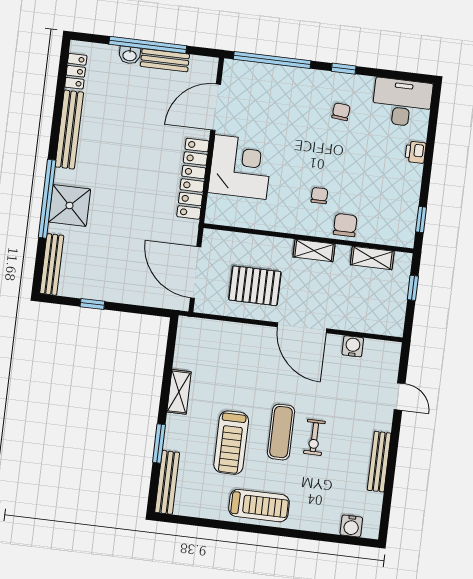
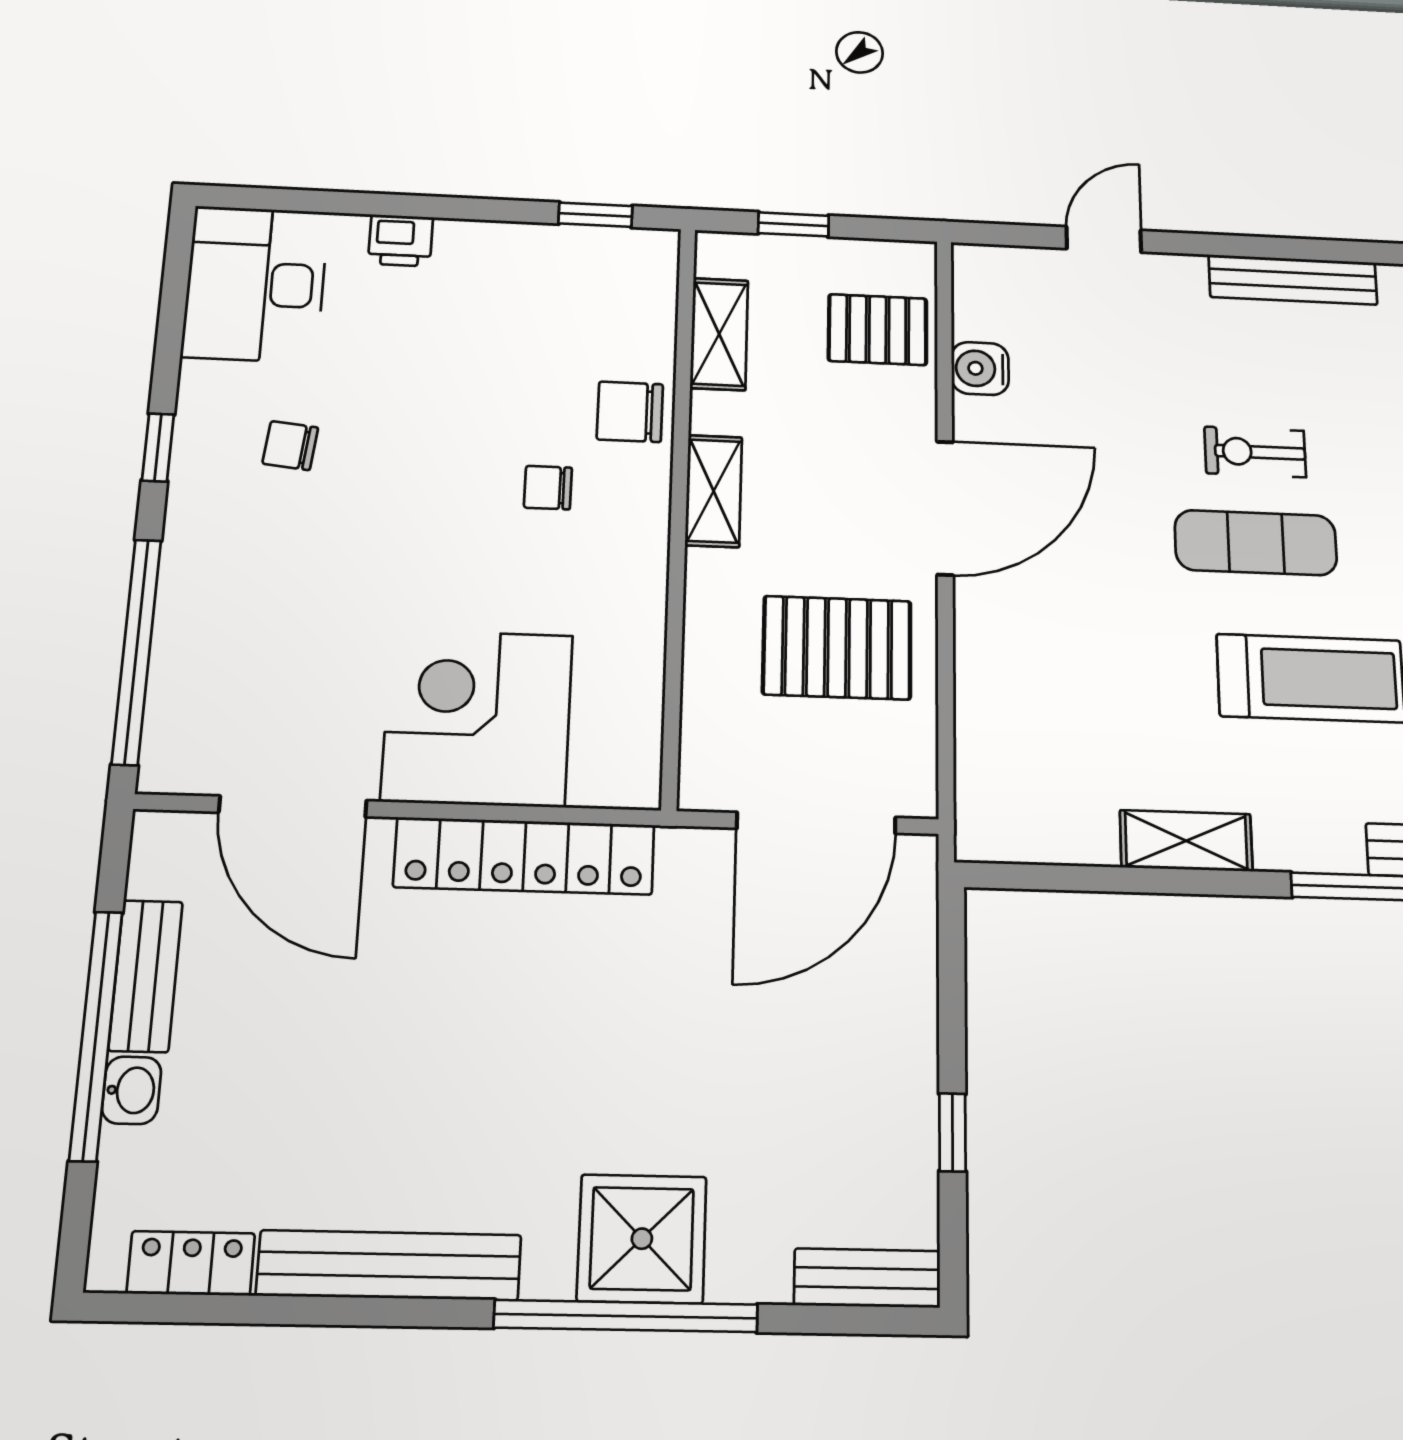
bench: (52, 264) -> (867, 1278), width x0.73
pallet: (255, 286) -> (837, 648), turned 90
pallet: (370, 313) -> (878, 330), added
exercise bike: (314, 437) -> (1255, 452), turned 180

